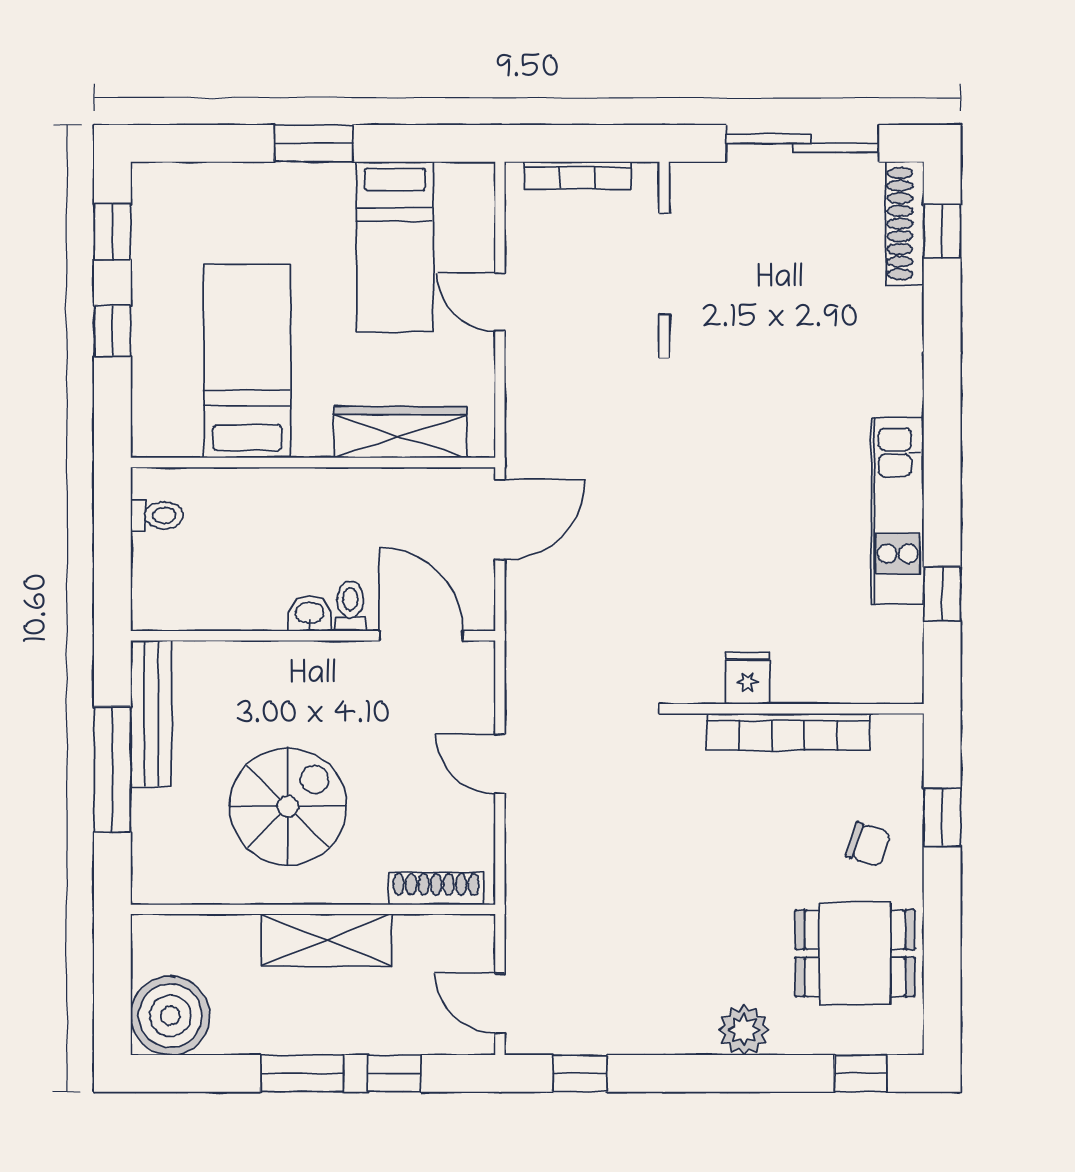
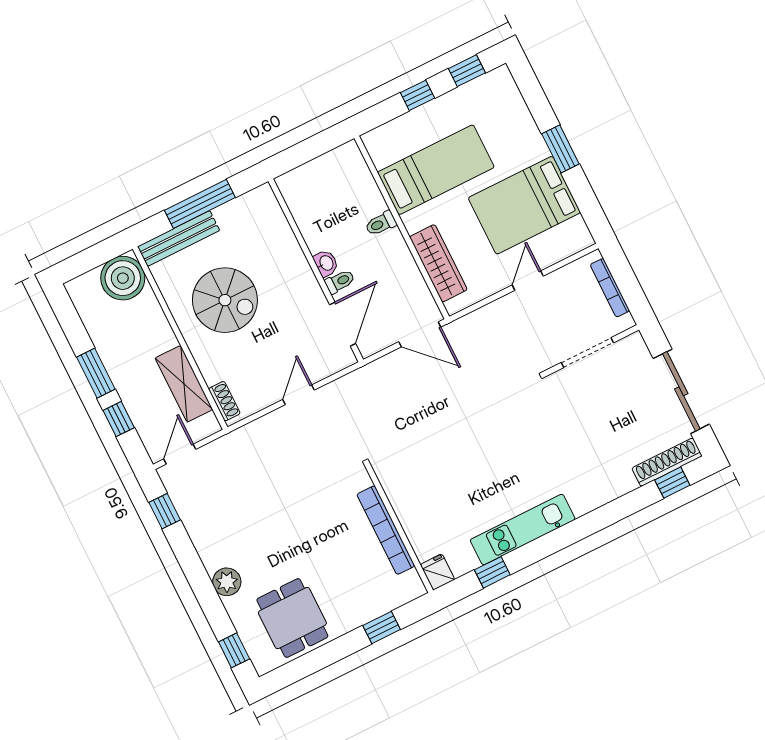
bed: (395, 247) -> (524, 205), width x1.50
toilet: (157, 515) -> (381, 224), moved, turned 90
fridge: (748, 678) -> (438, 572), moved, turned -90
bench: (151, 713) -> (179, 238), moved
chair: (868, 844) -> (350, 598), removed
shoe rack: (436, 889) -> (224, 401), width x0.70
shelving: (326, 940) -> (184, 384), moved
boiler: (170, 1016) -> (123, 278), moved

